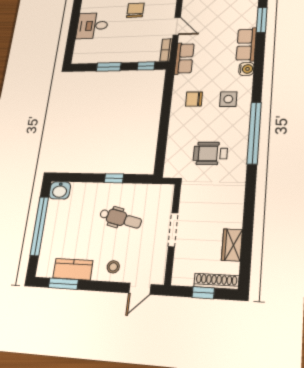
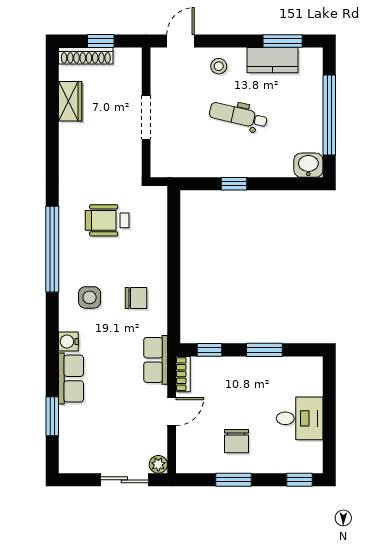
door: (177, 26) -> (172, 412), swing flipped
wheelchair: (210, 153) -> (107, 220), turned 180
dental chair: (120, 218) -> (238, 116), moved

